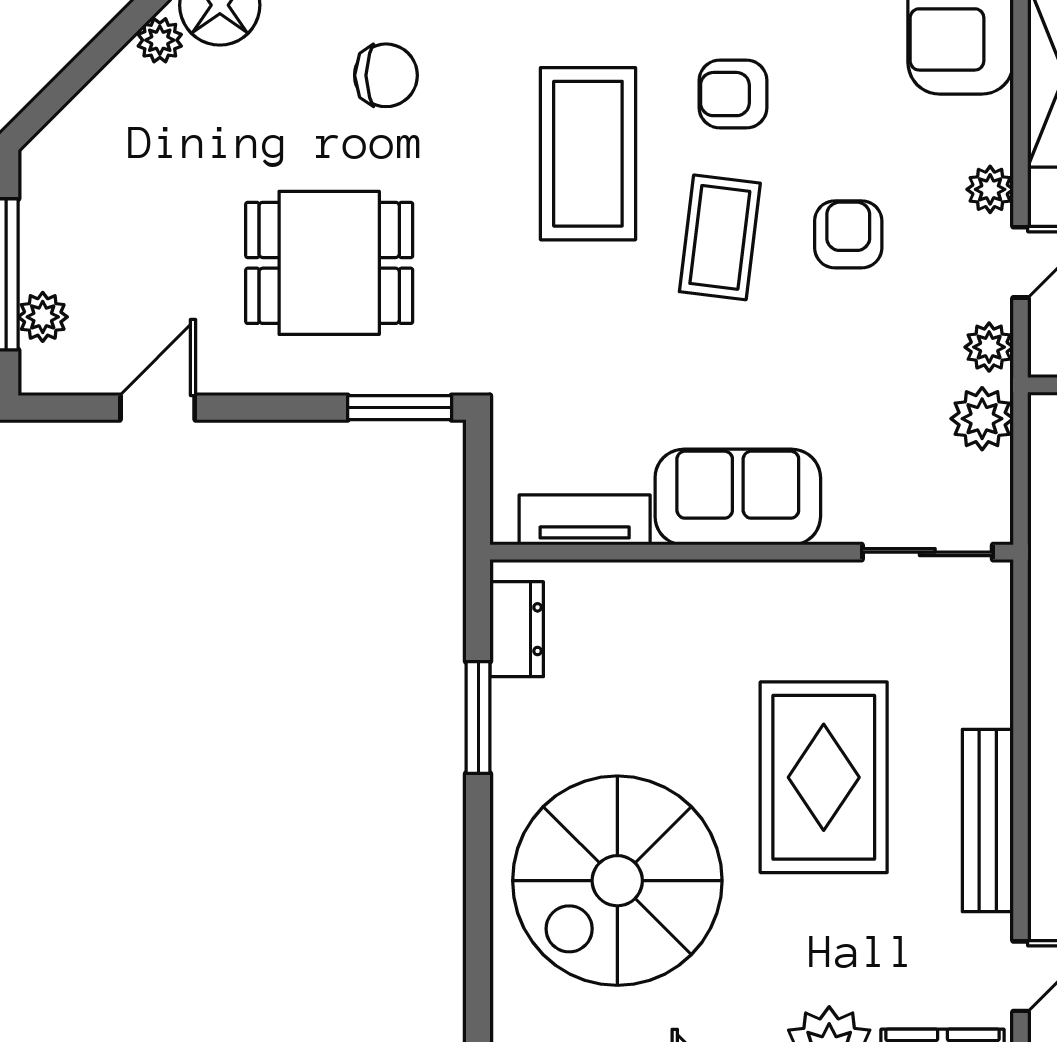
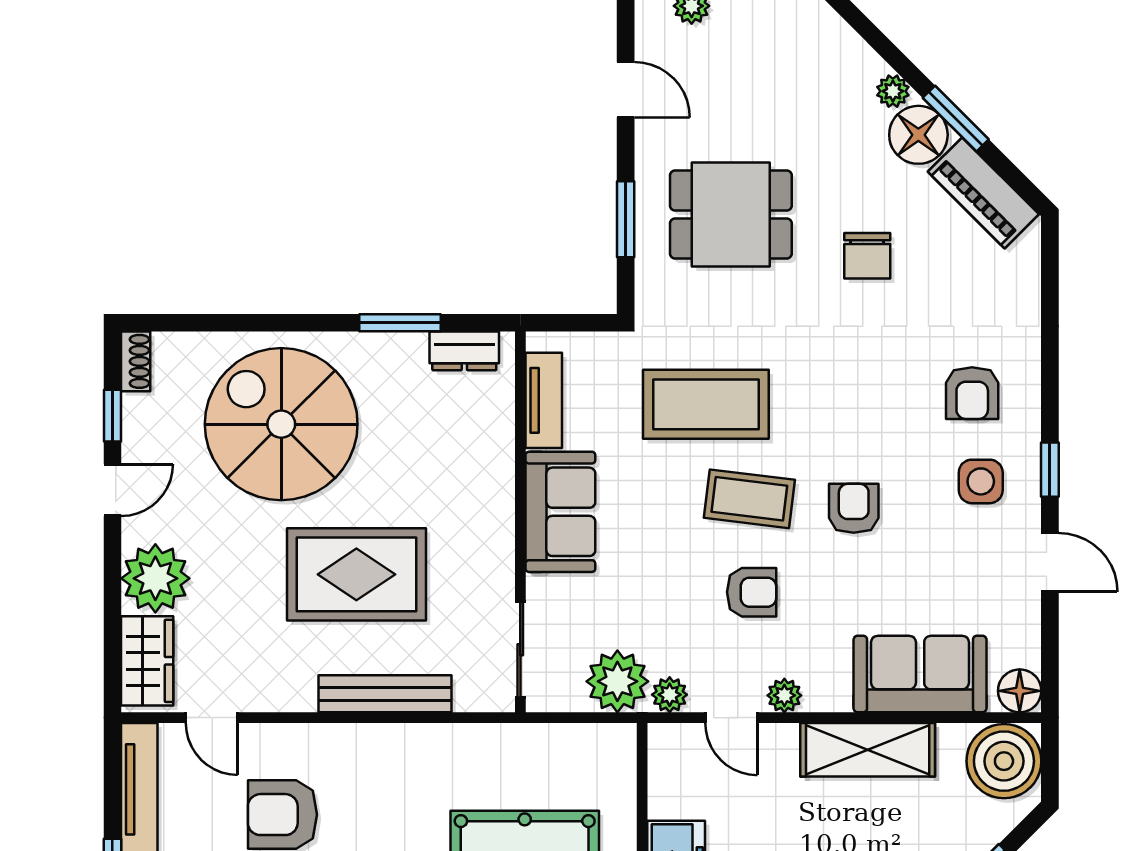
coffee table: (588, 154) -> (706, 404), moved
dining table: (329, 263) -> (731, 214), turned 90
window: (400, 408) -> (626, 219), moved
plant: (982, 419) -> (617, 681), width x1.36, depth x1.36
bench: (988, 821) -> (385, 694), moved

